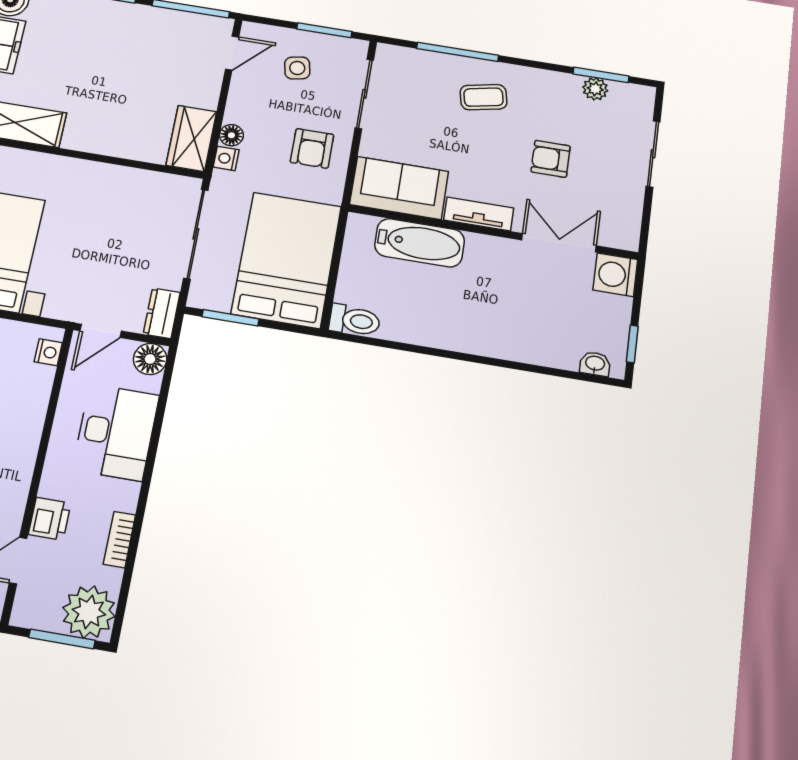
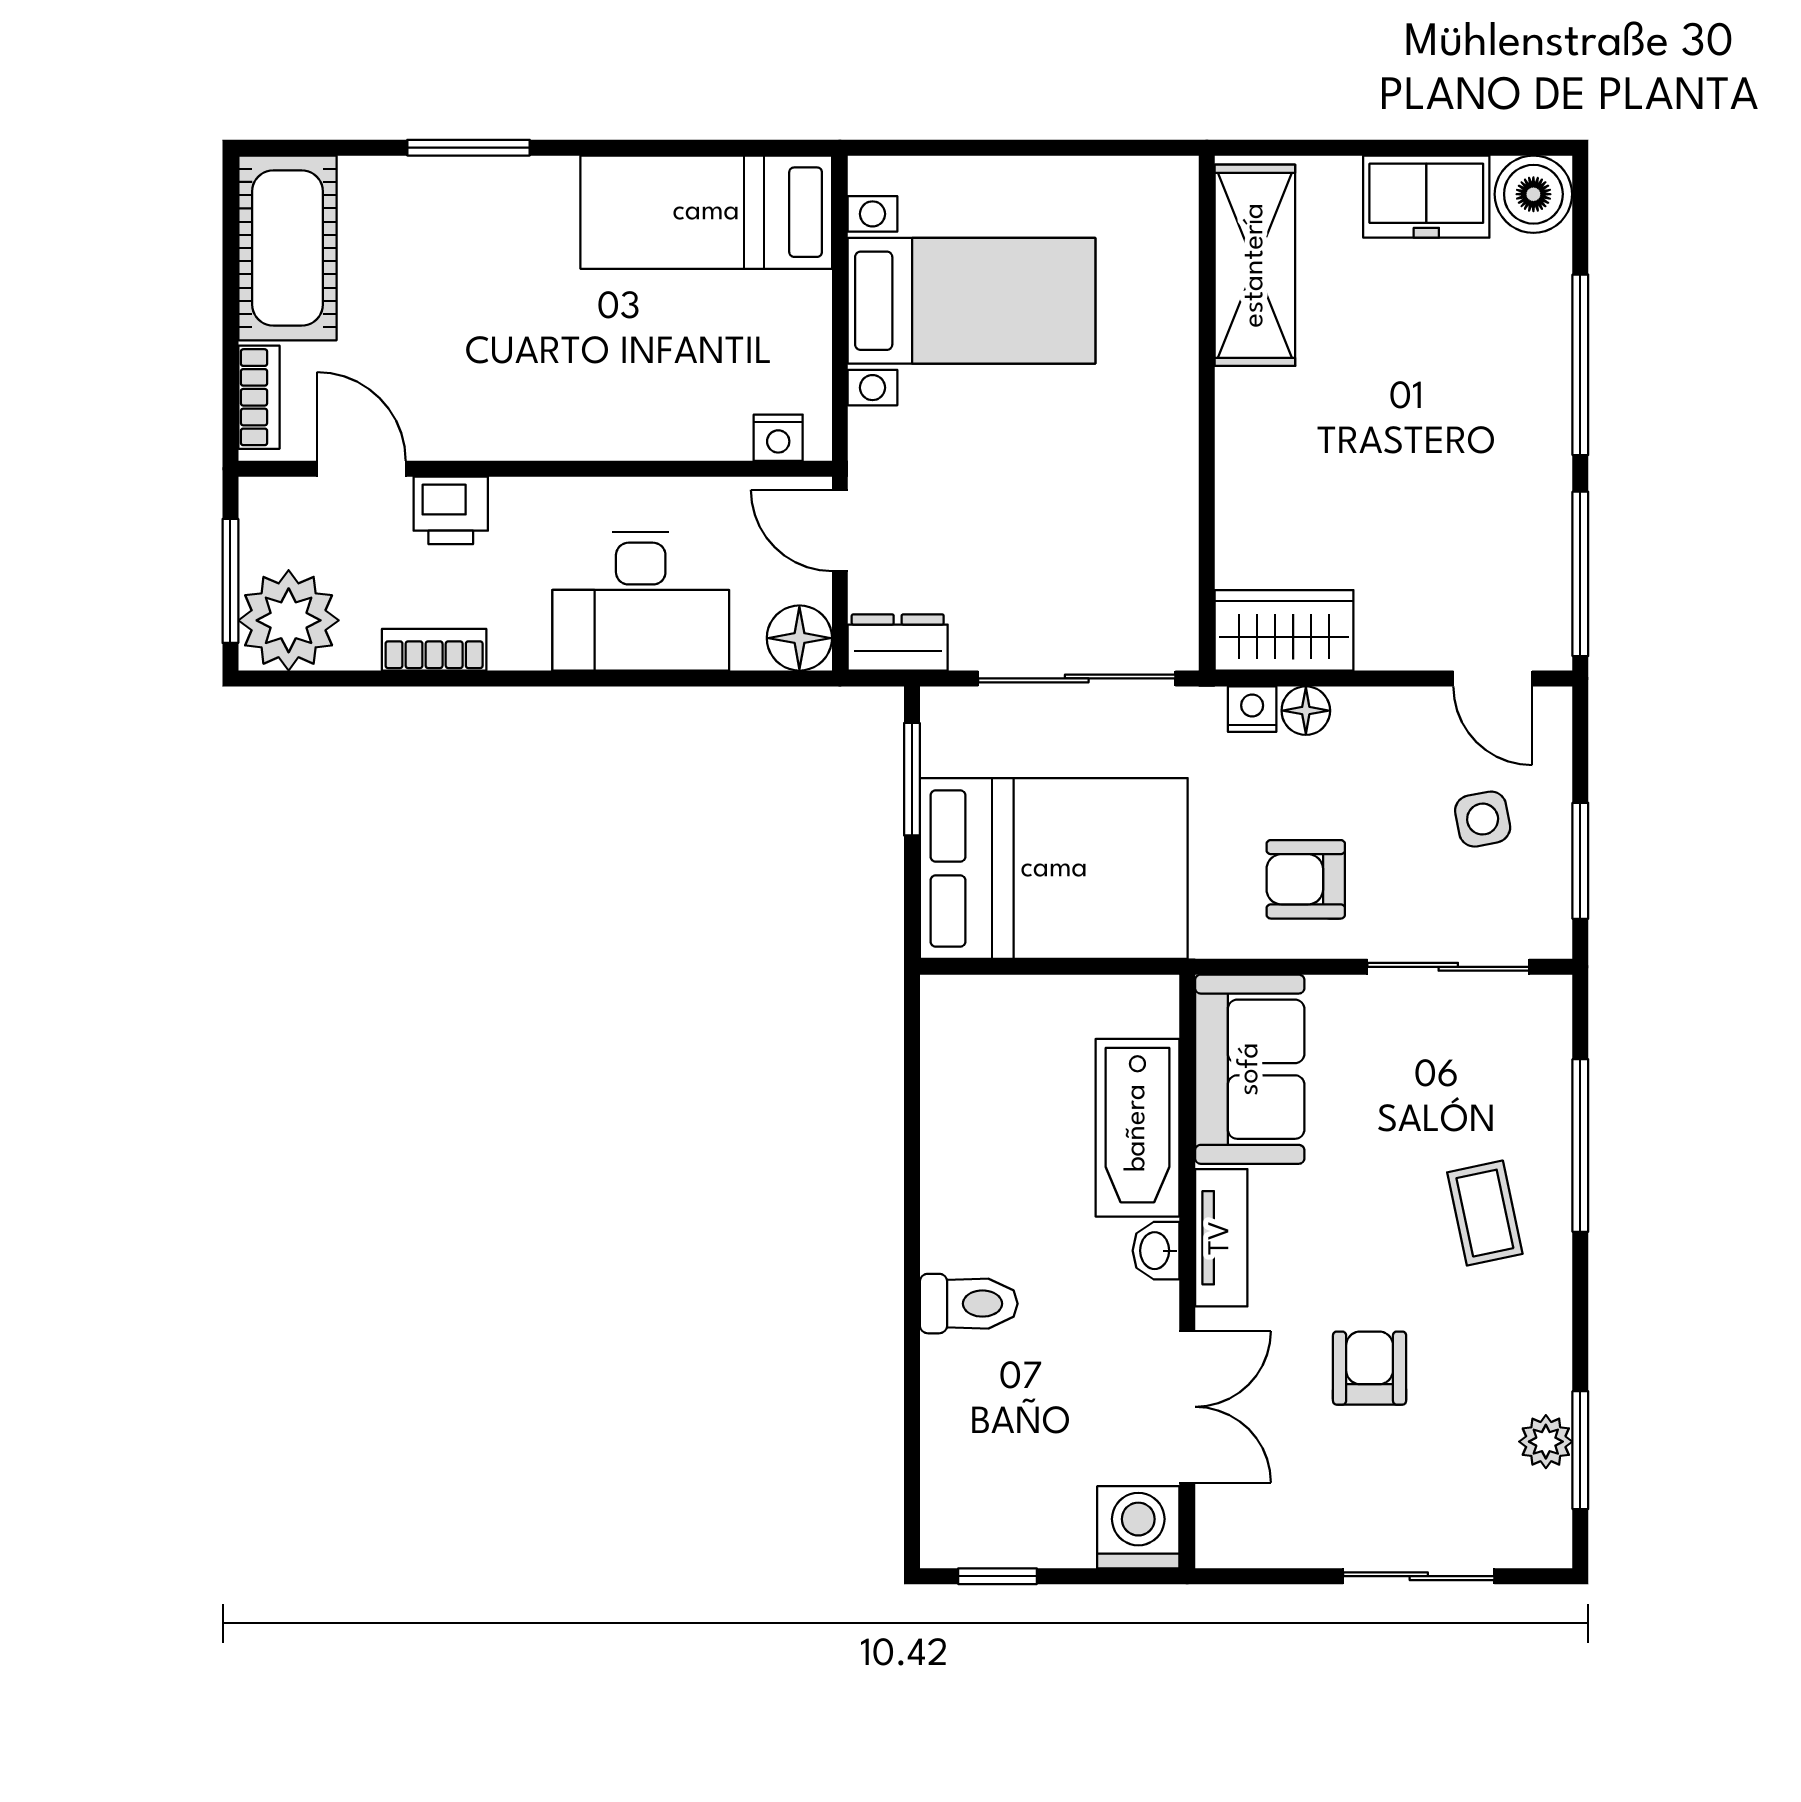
toilet: (355, 321) -> (969, 1304), moved, turned -90
washbasin: (595, 364) -> (1156, 1251), moved, turned 180

